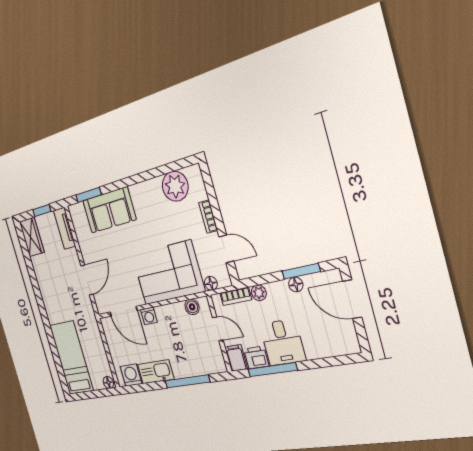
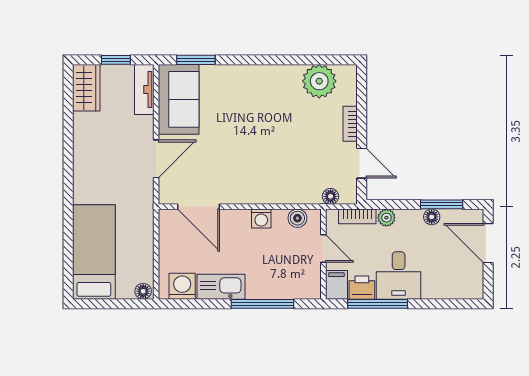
sofa: (109, 210) -> (179, 99), moved, turned -90
corner sofa: (168, 273) -> (278, 174), removed
washing machine: (149, 316) -> (261, 219), moved

